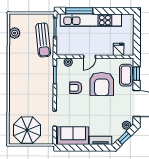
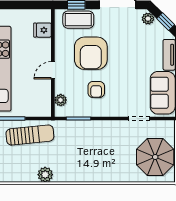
plant: (15, 33) -> (45, 175), moved
door: (90, 57) -> (53, 70), swing flipped
armchair: (102, 84) -> (91, 53), turned 90

